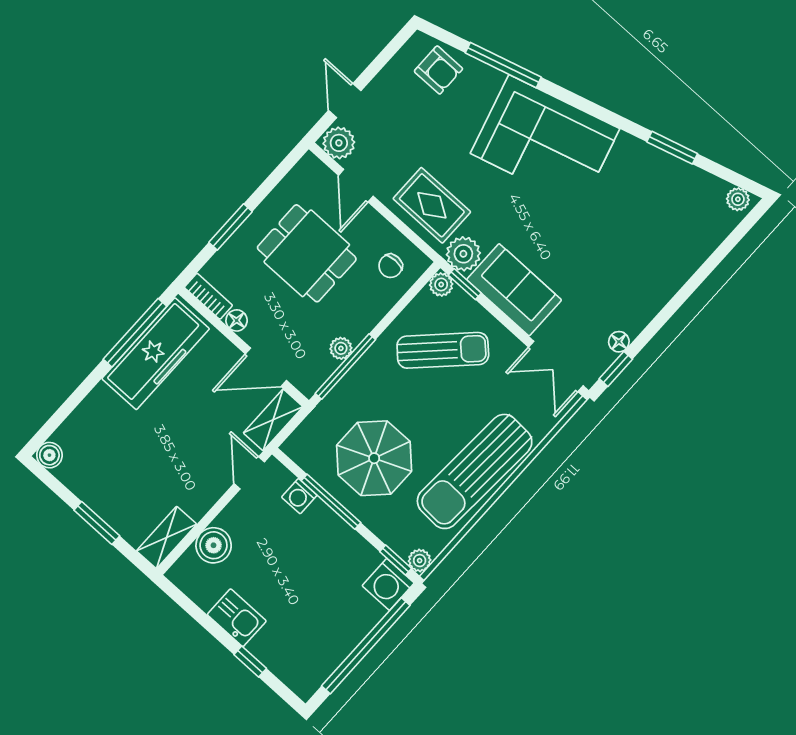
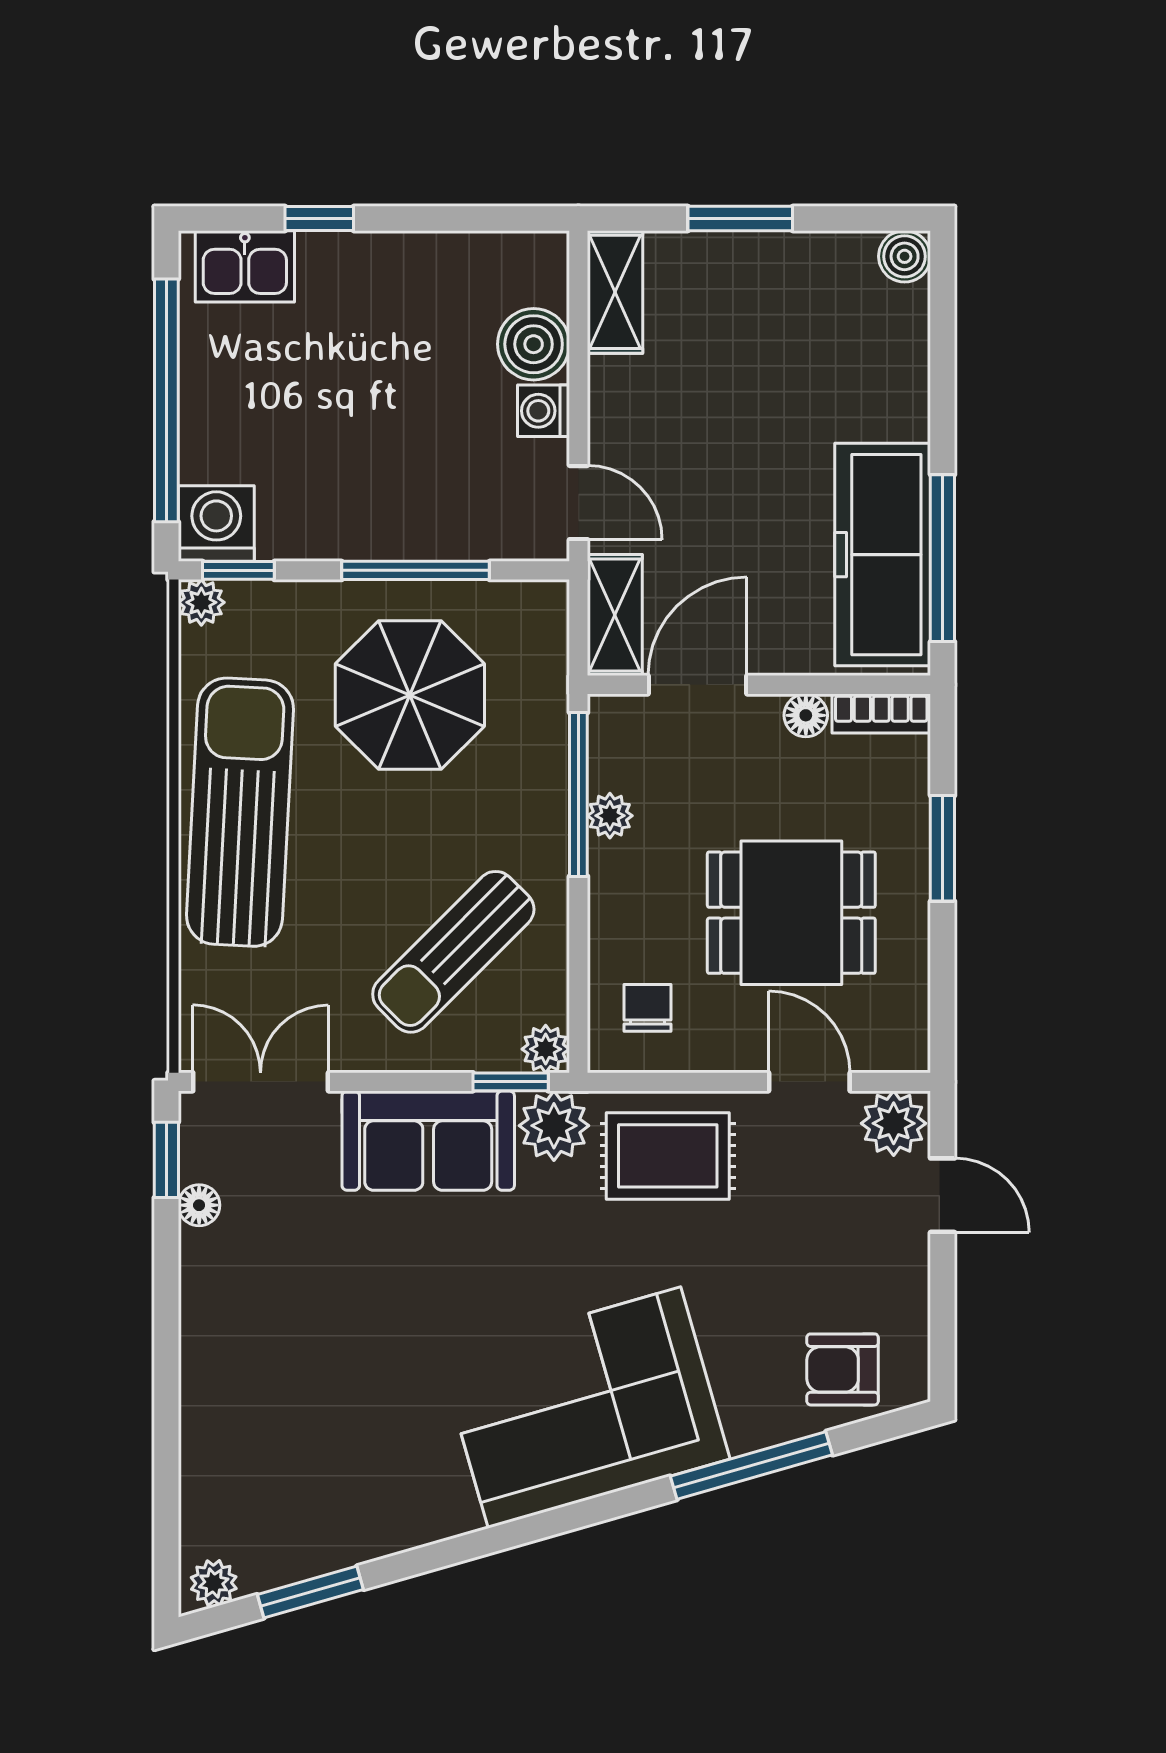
window: (672, 148) -> (310, 1592), moved
washing machine: (299, 496) -> (543, 411), moved, turned -90
kitchen sink: (237, 618) -> (245, 266), moved

